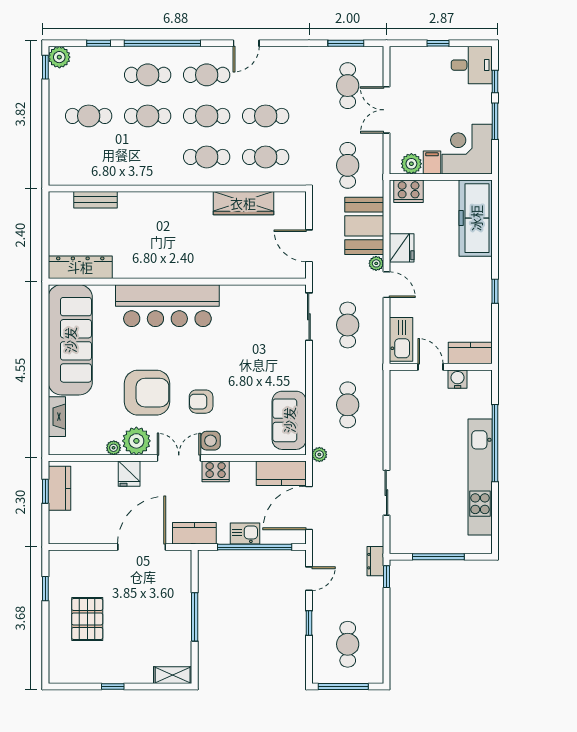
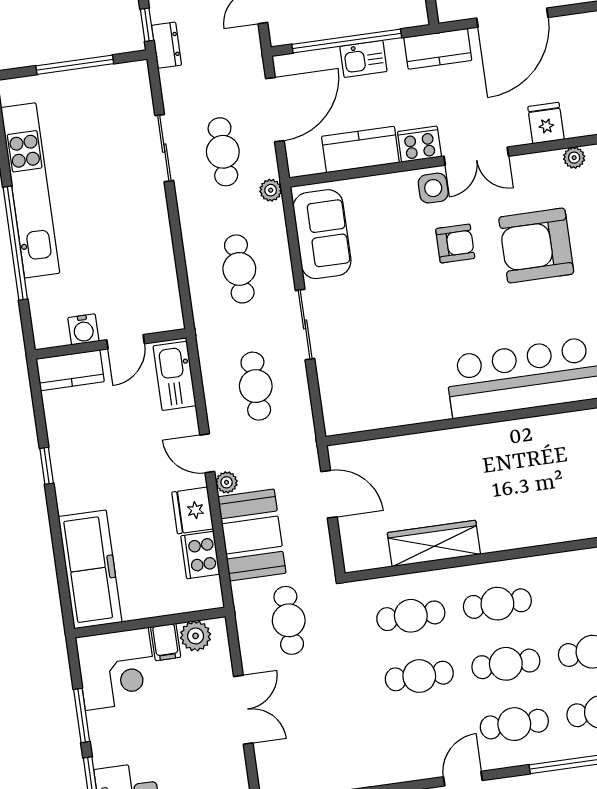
cafe table: (348, 86) -> (223, 152), moved
cooker: (409, 191) -> (200, 555), moved, turned -90
sliding door: (309, 317) -> (305, 324), moved
door: (431, 367) -> (126, 342), hinge flipped
plant: (136, 441) -> (542, 172), removed
kitchen counter: (281, 473) -> (360, 150), moved

